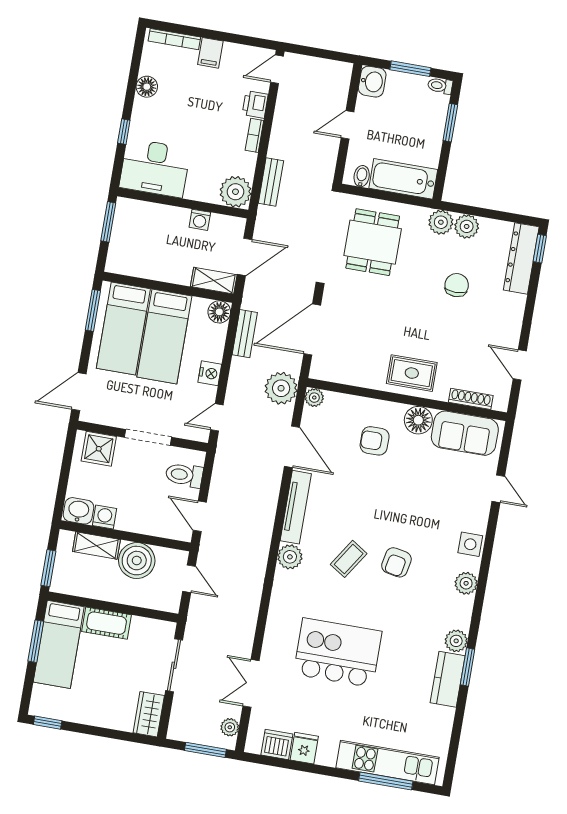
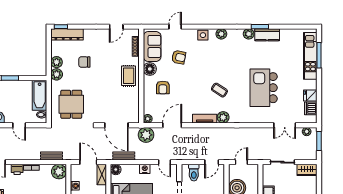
dining table: (373, 242) -> (71, 104), turned 90
tv unit: (296, 507) -> (205, 119), width x0.71
armchair: (396, 562) -> (179, 57), moved

